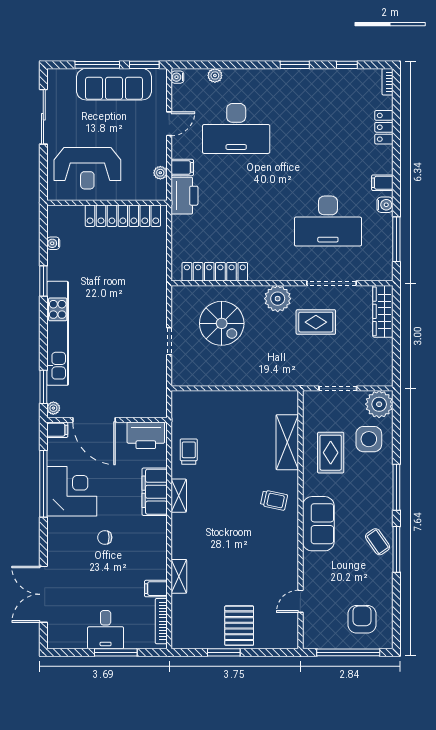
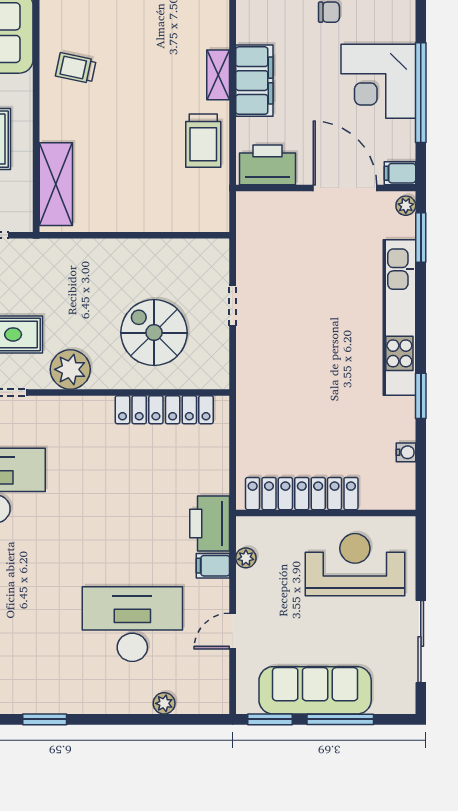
water cooler: (177, 77) -> (220, 701), removed
shelving: (287, 442) -> (56, 184), moved
trolley: (189, 452) -> (203, 141), width x1.36, depth x1.39

